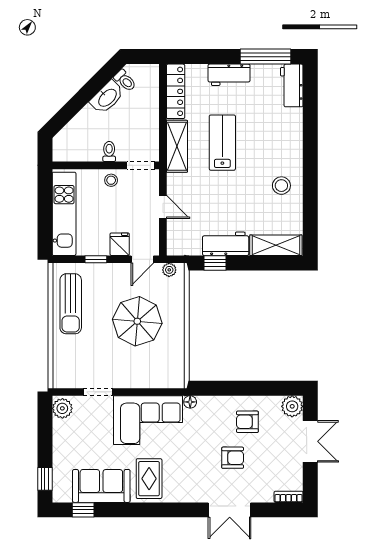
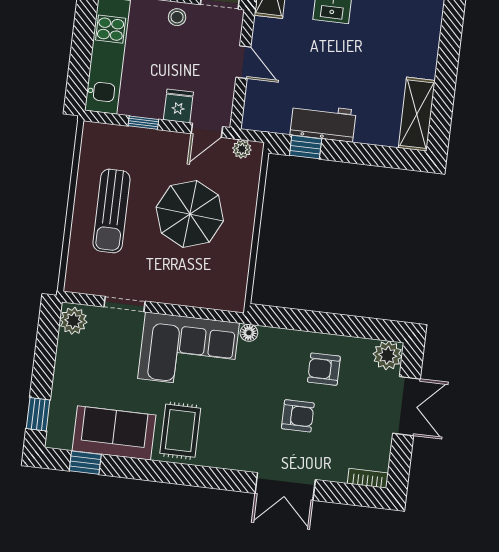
stool: (281, 186) -> (409, 52), removed
shelving: (276, 245) -> (417, 114), moved, turned 90
sun lounger: (71, 304) -> (111, 211), moved

